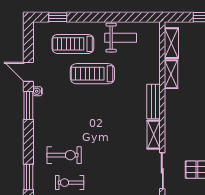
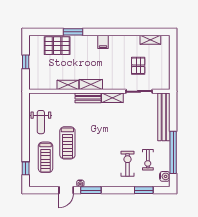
weight bench: (121, 38) -> (41, 122), turned 180
shelving: (171, 43) -> (91, 85), moved

